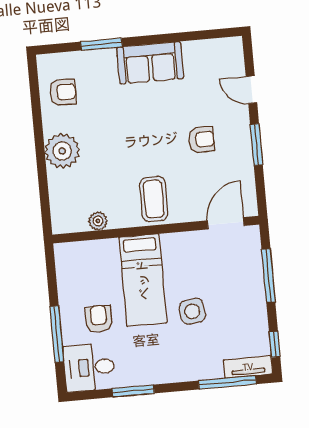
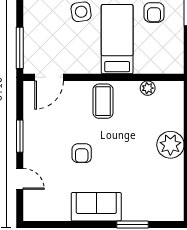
armchair: (63, 92) -> (166, 190), removed
armchair: (201, 140) -> (82, 153), moved, turned -90
window: (268, 276) -> (20, 48), moved

